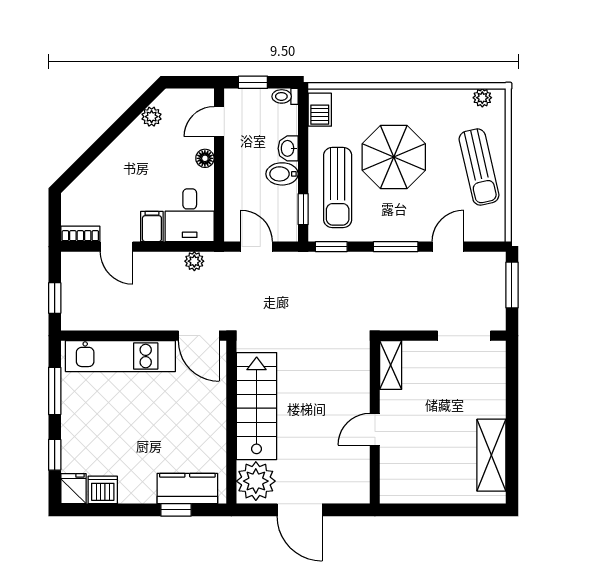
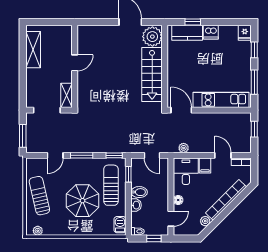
bookcase: (110, 159) -> (226, 200), added
shelving: (391, 365) -> (67, 95), moved
wall: (375, 422) -> (75, 66), moved
door: (375, 429) -> (75, 63), moved
dishwasher: (103, 490) -> (211, 32), moved

